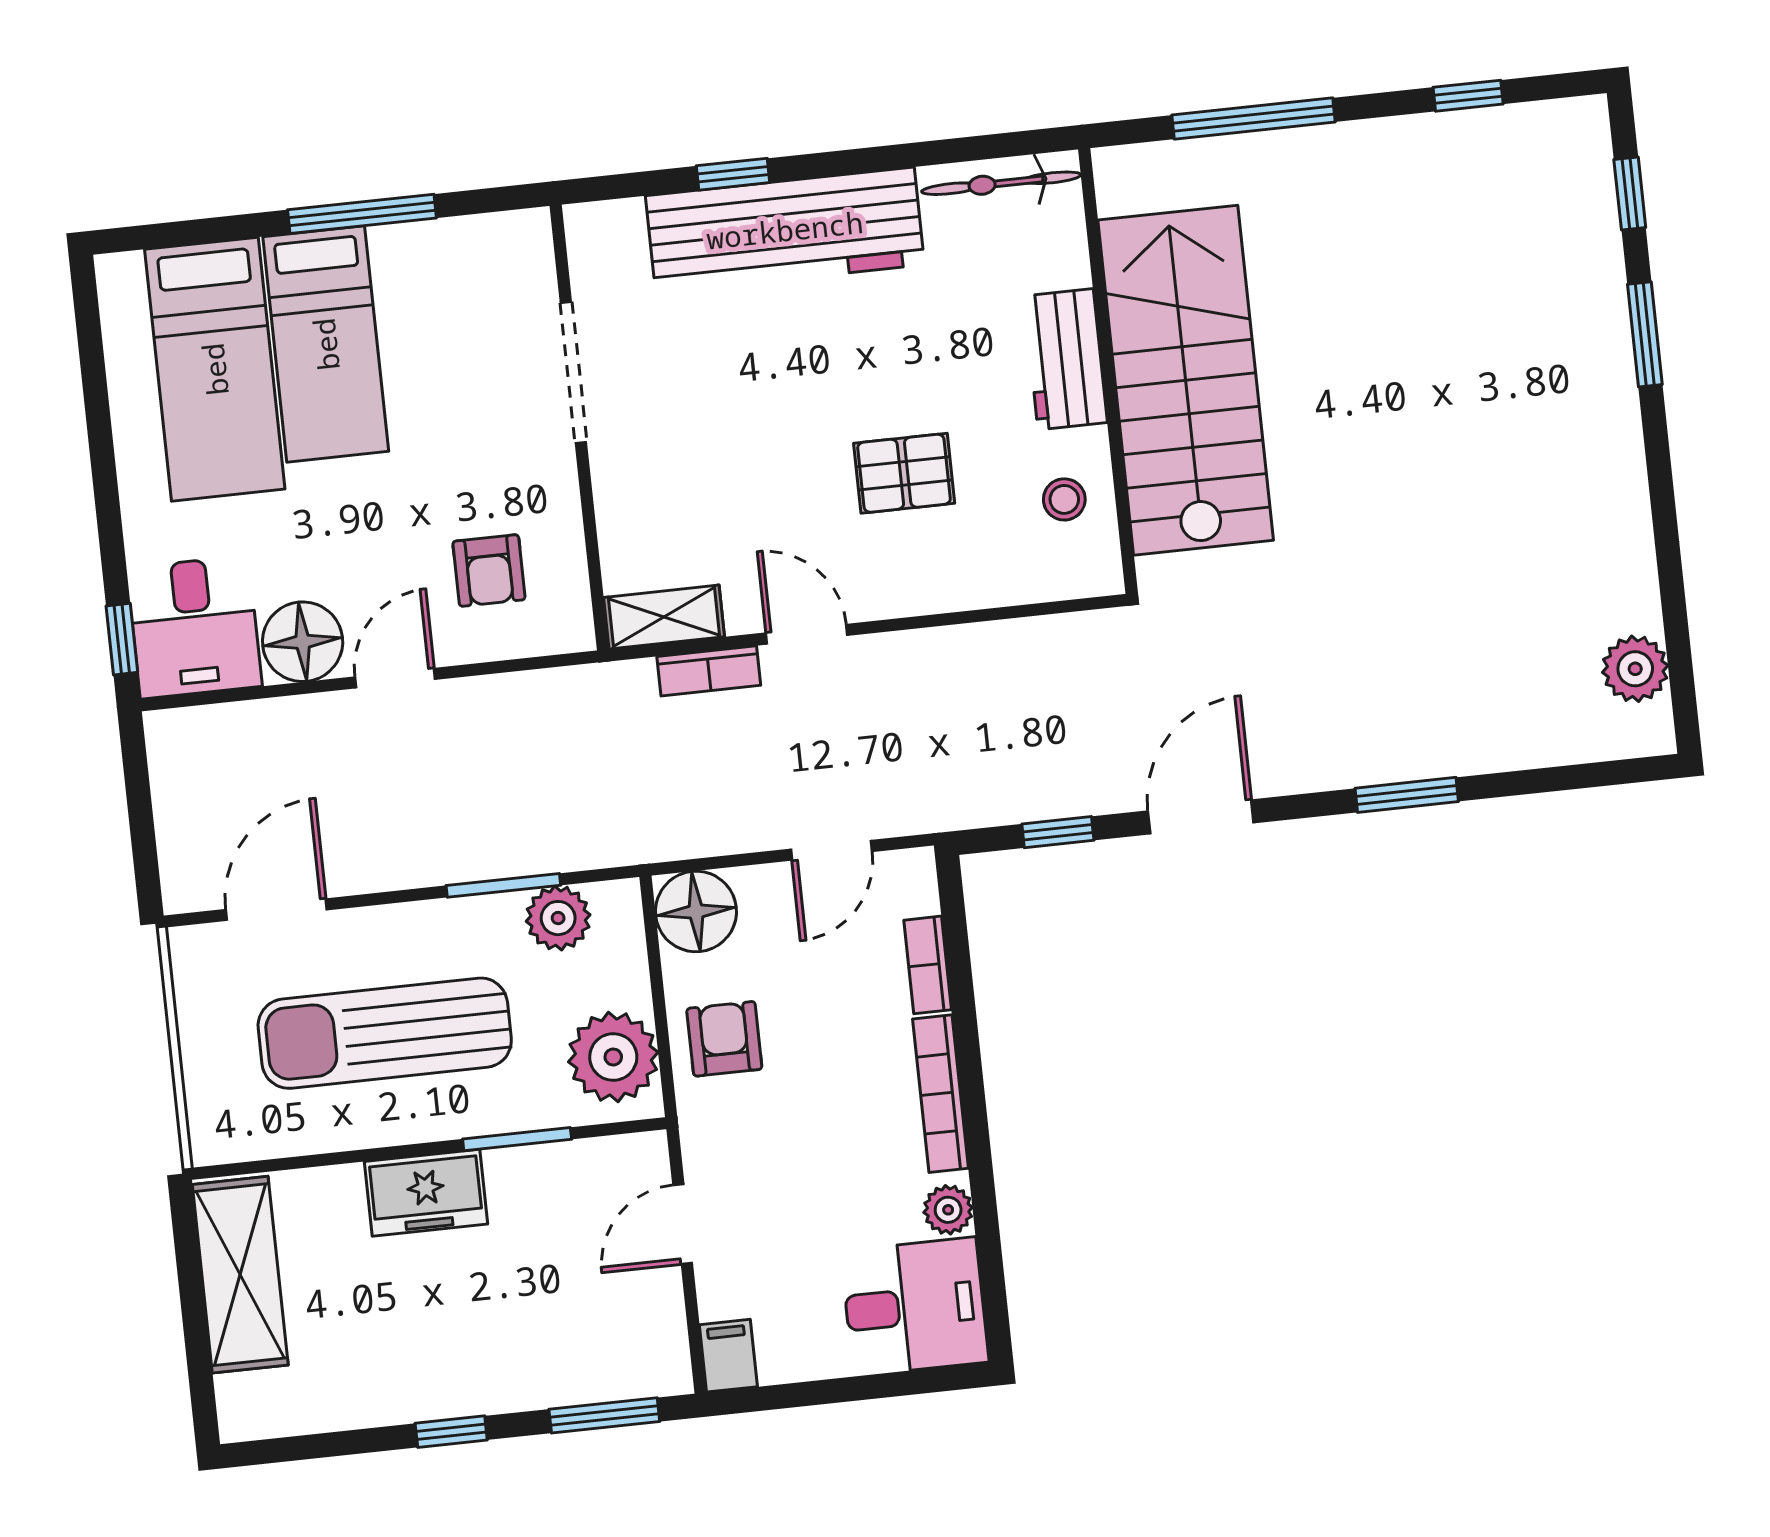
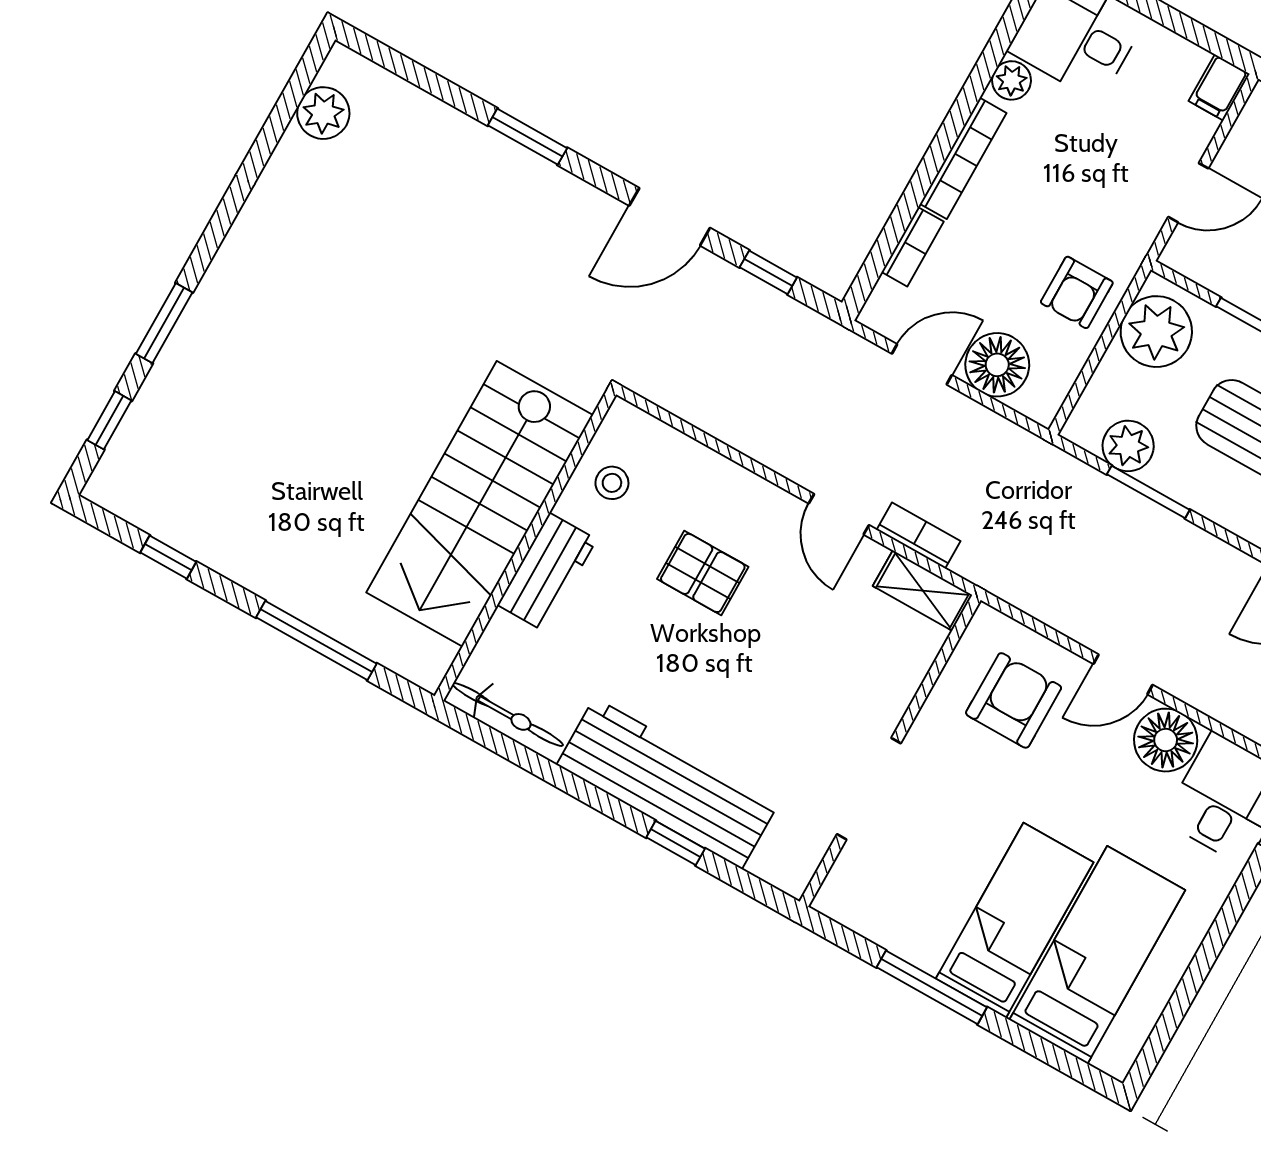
armchair: (489, 571) -> (1014, 700), width x1.38, depth x1.38
floor lamp: (696, 911) -> (997, 365), moved

